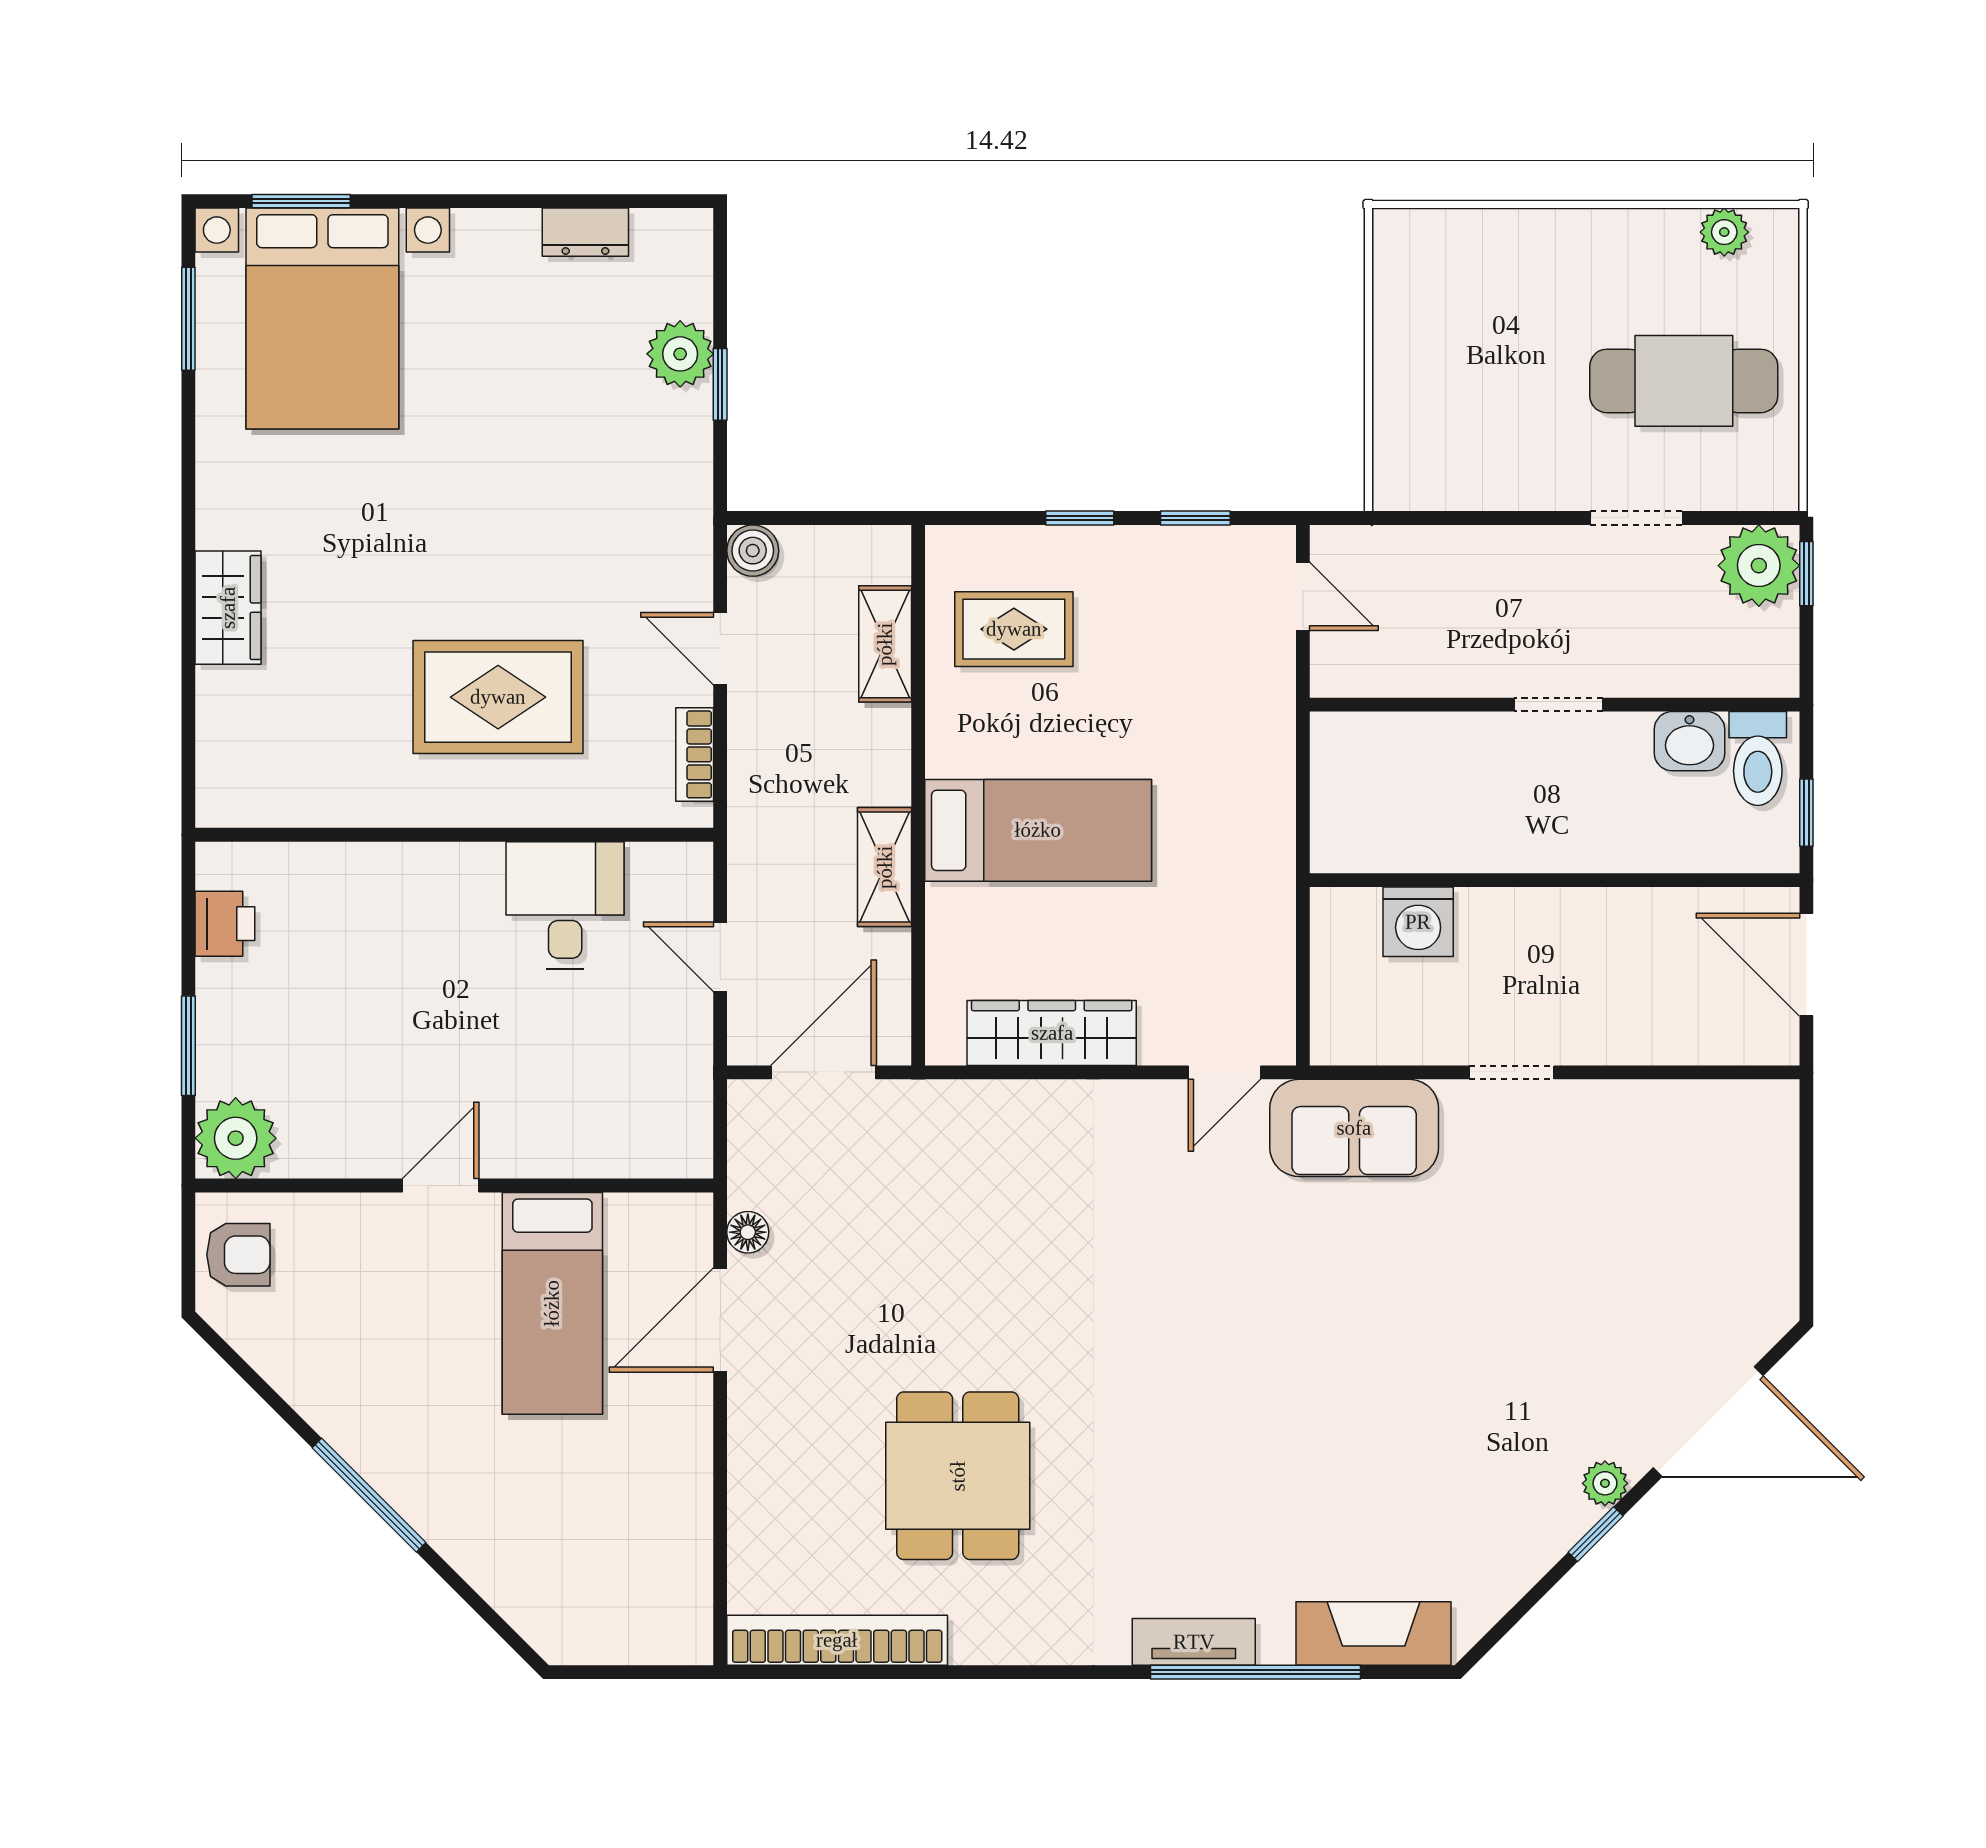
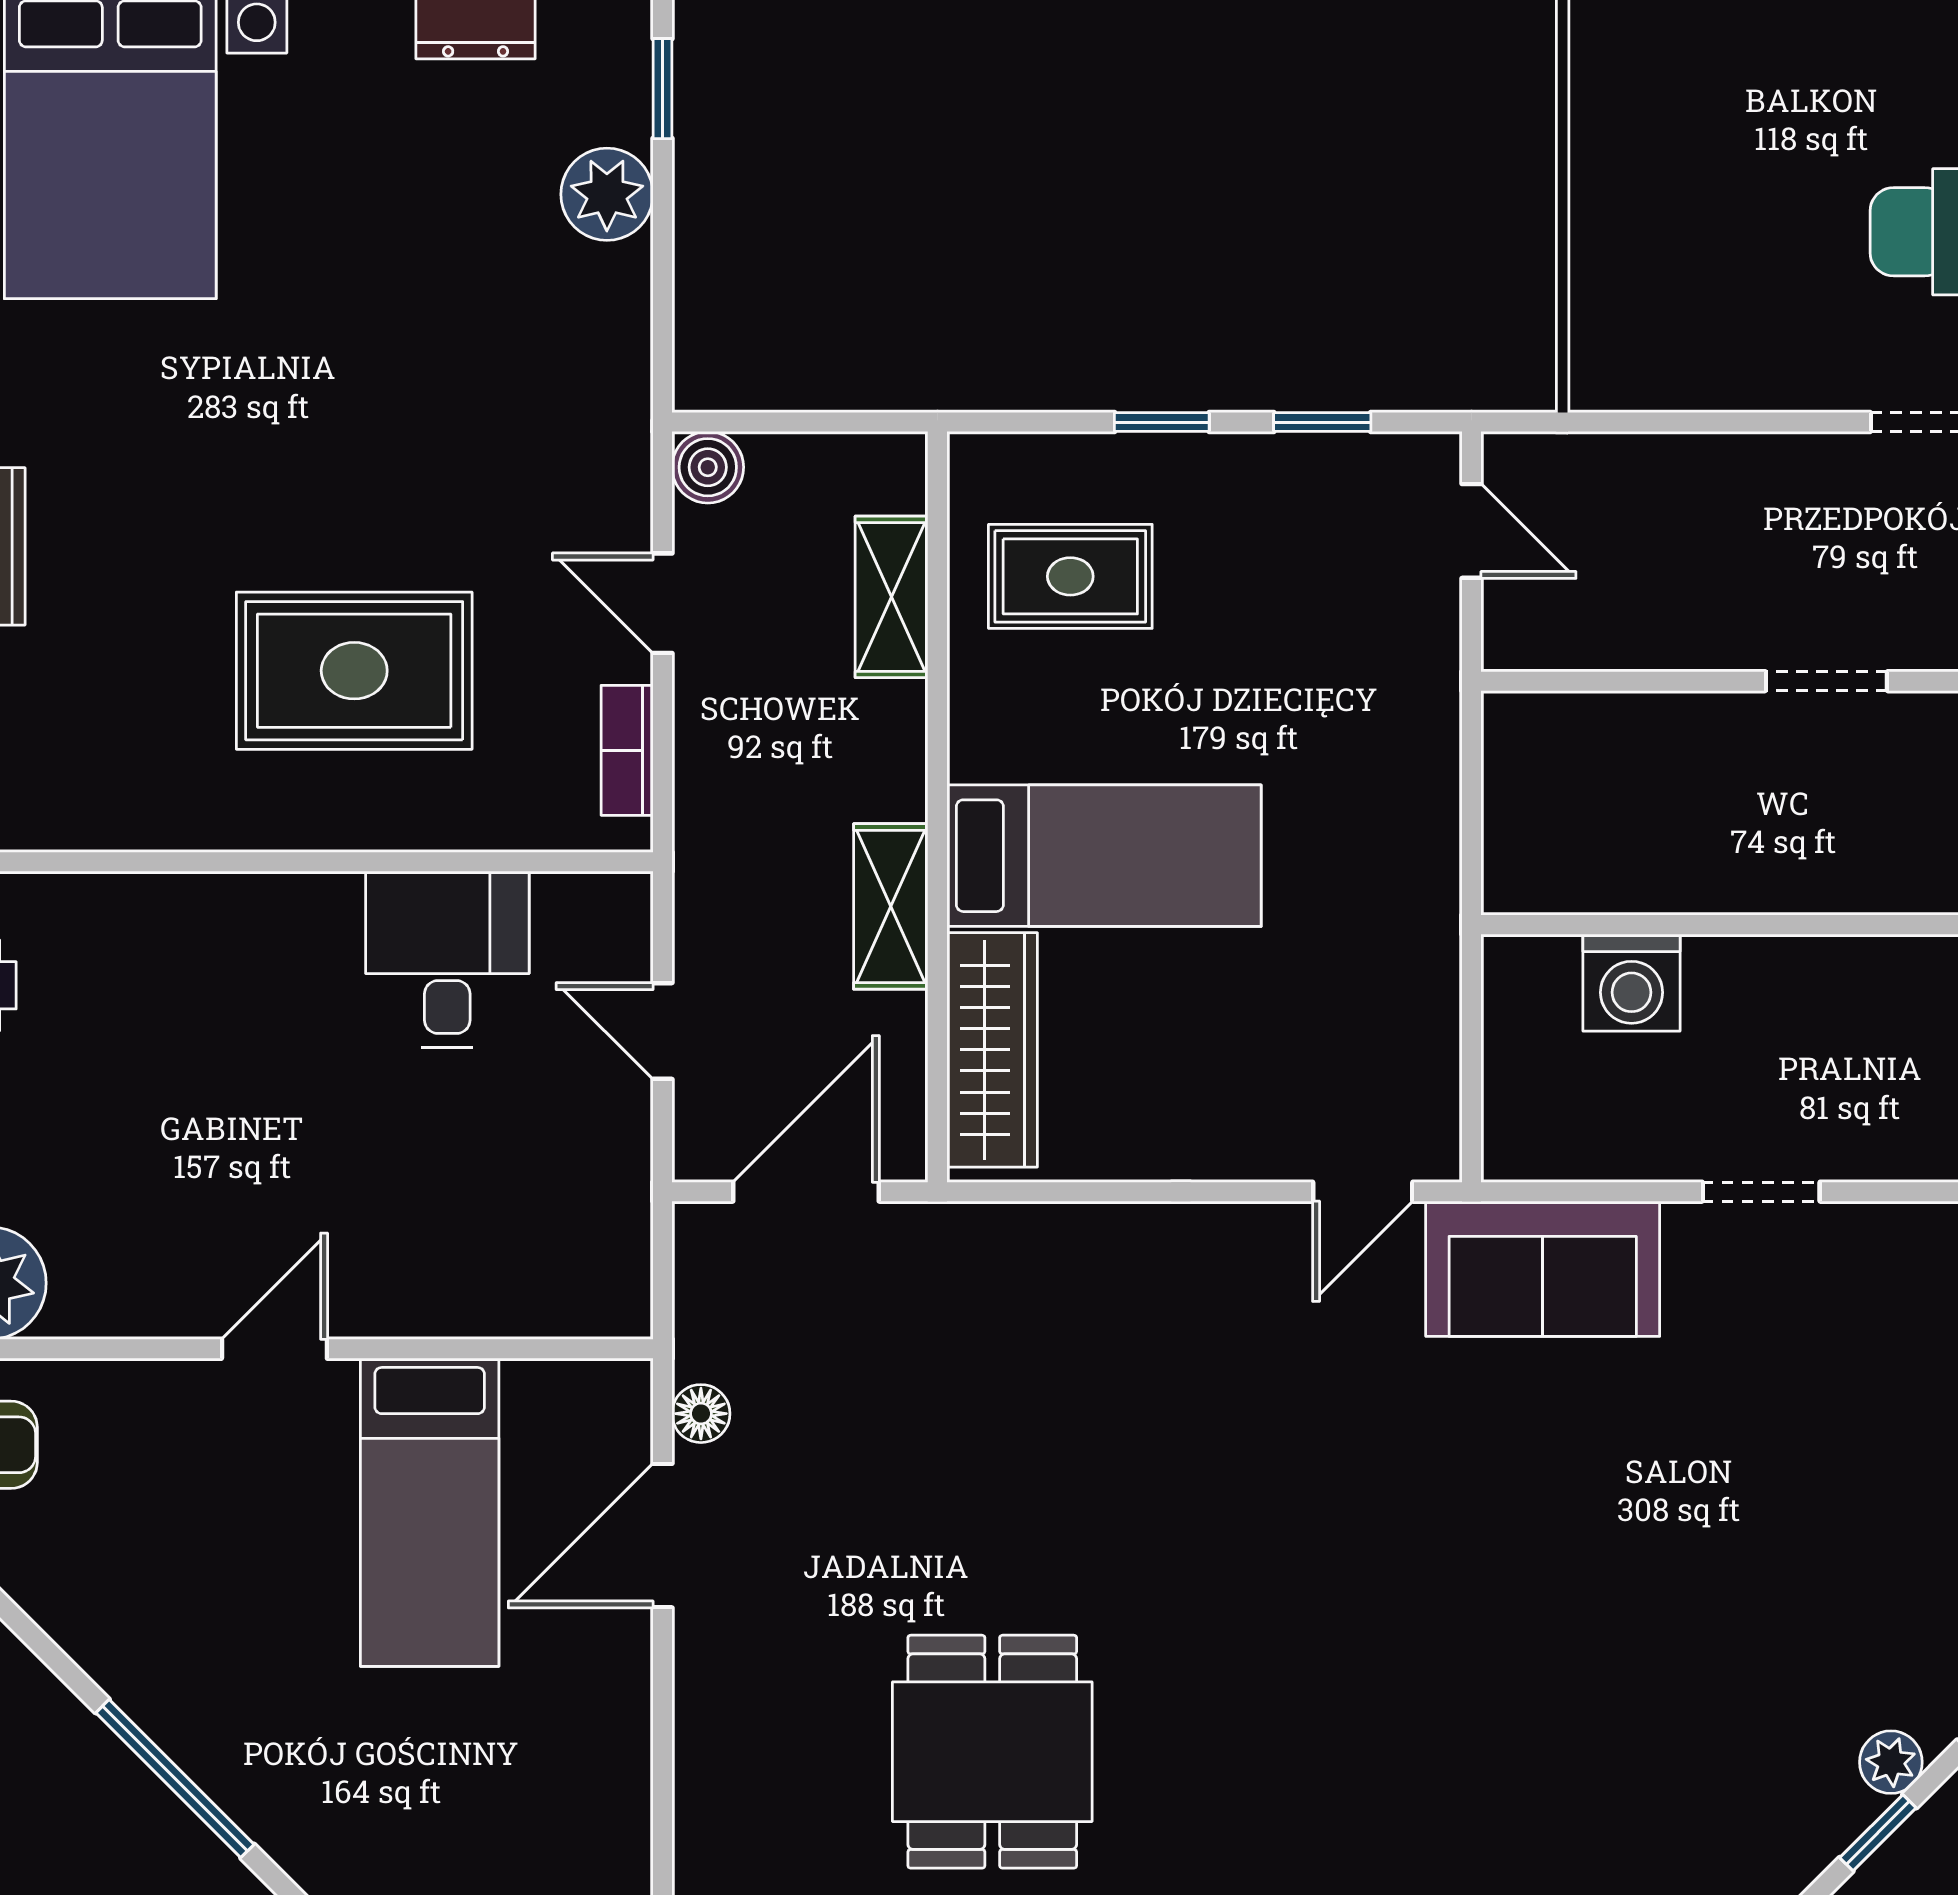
window: (720, 384) -> (663, 89), moved
wardrobe: (1052, 1033) -> (992, 1050), moved, turned 90

